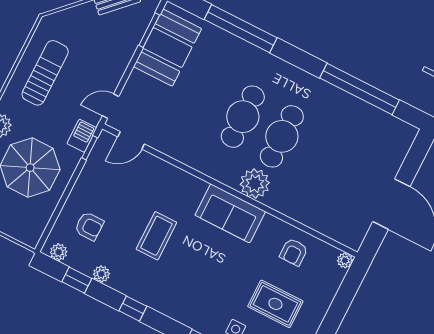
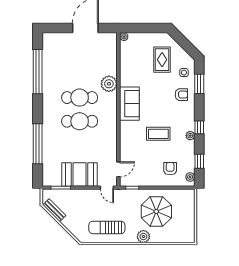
booth: (168, 48) -> (79, 174), moved
barbecue: (82, 136) -> (128, 194), removed
door: (131, 140) -> (118, 169), hinge flipped
plant: (255, 184) -> (109, 84), moved
armchair: (294, 252) -> (181, 95), moved
plant: (101, 274) -> (190, 136), moved

